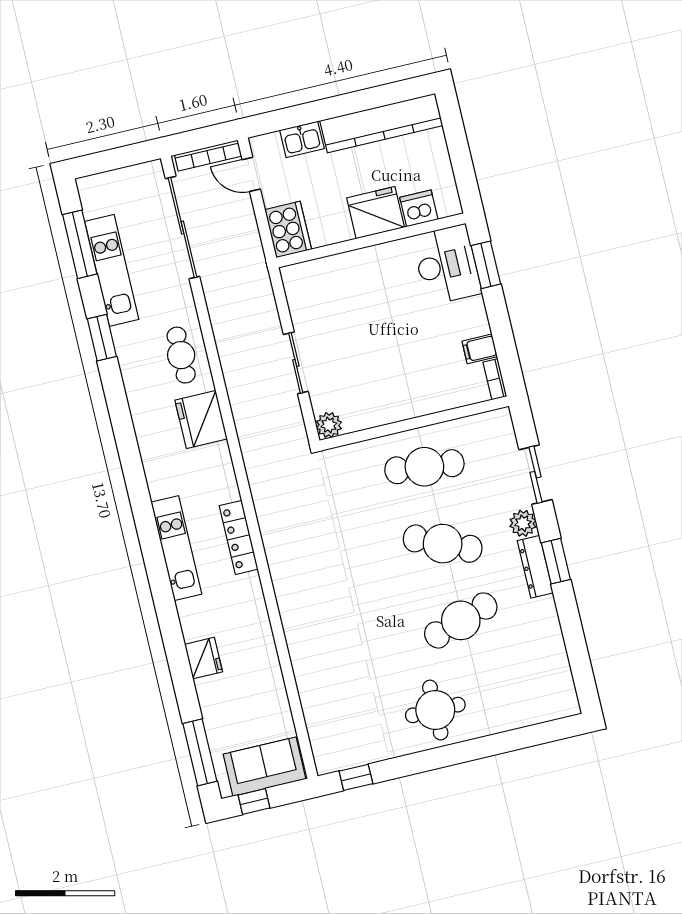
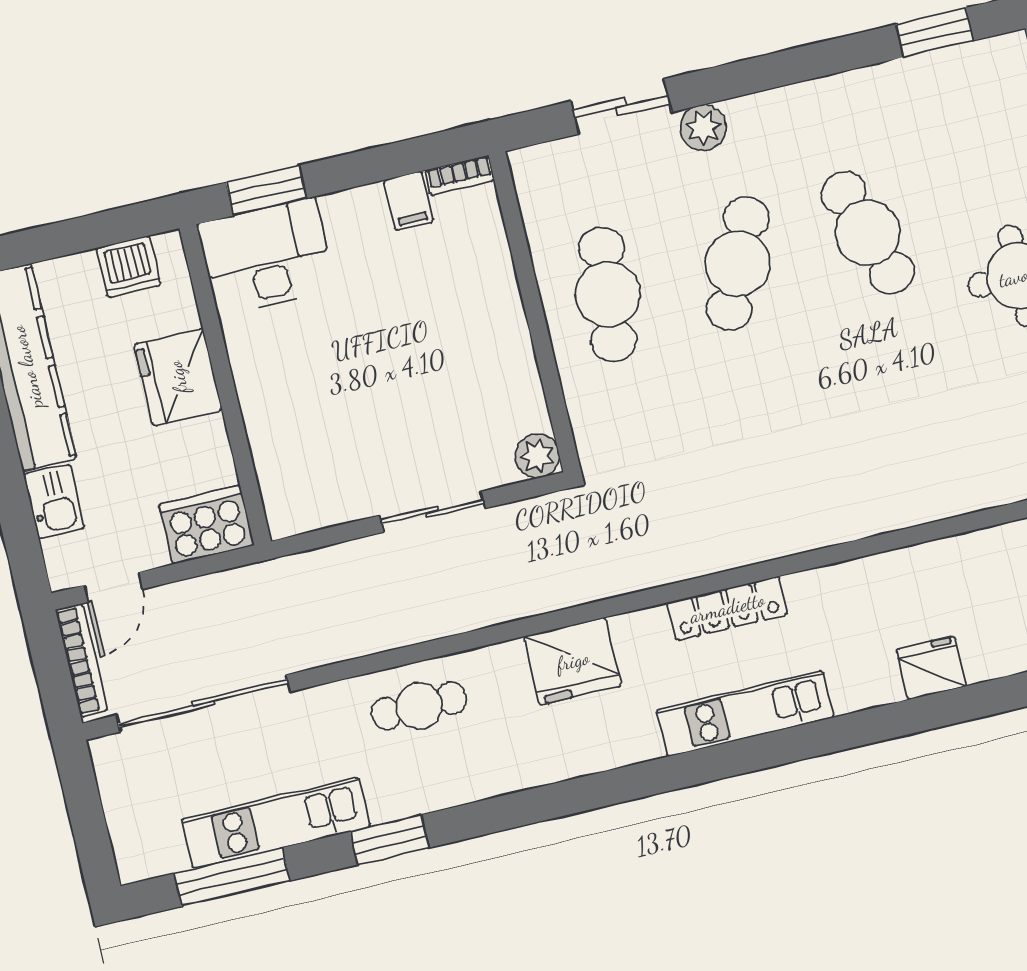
dishwasher: (419, 208) -> (128, 267), moved, turned -90
fridge: (201, 419) -> (573, 661), moved
window: (556, 561) -> (935, 32), moved
dresser: (535, 567) -> (777, 107), removed

